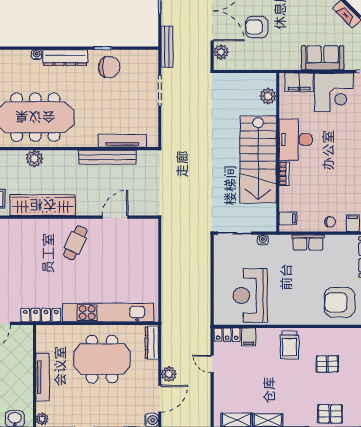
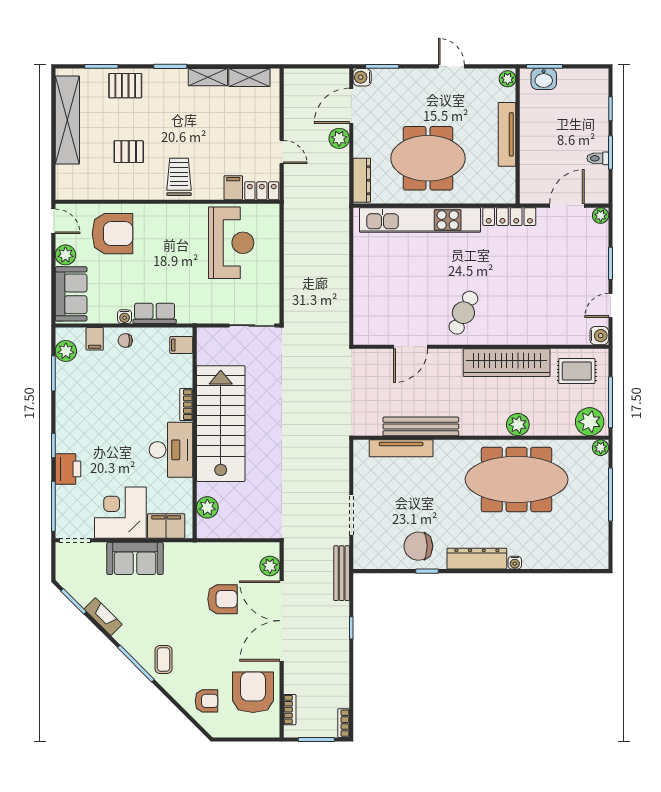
water cooler: (263, 240) -> (125, 317), moved

